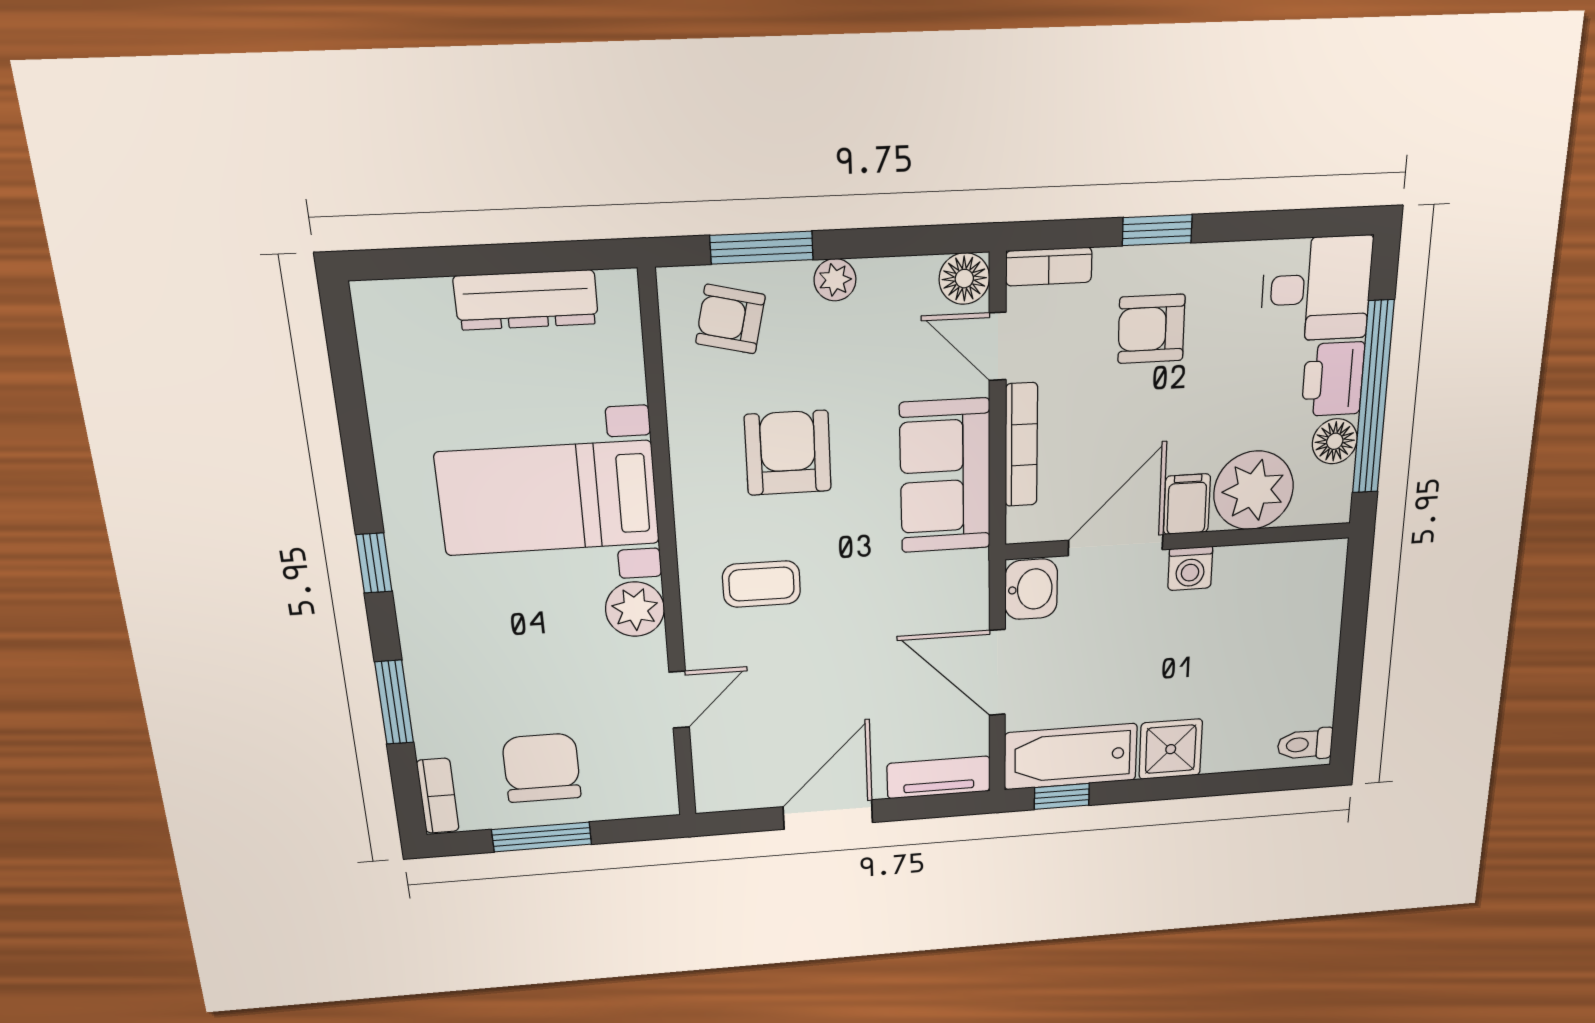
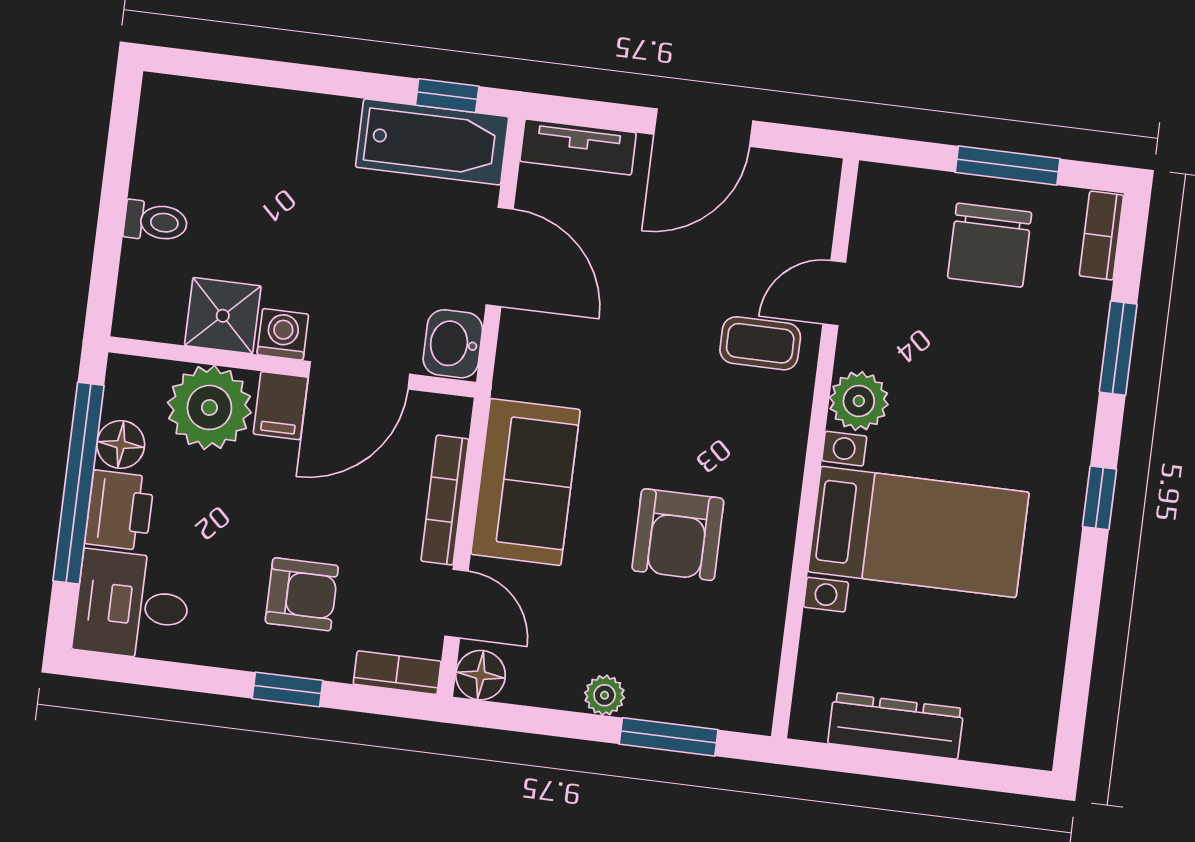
armchair: (730, 319) -> (710, 675), removed
coffee table: (761, 584) -> (760, 343), moved
toilet: (1305, 744) -> (156, 222), moved
shower: (1171, 749) -> (223, 316), moved

